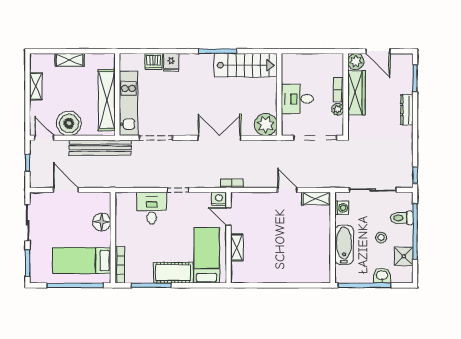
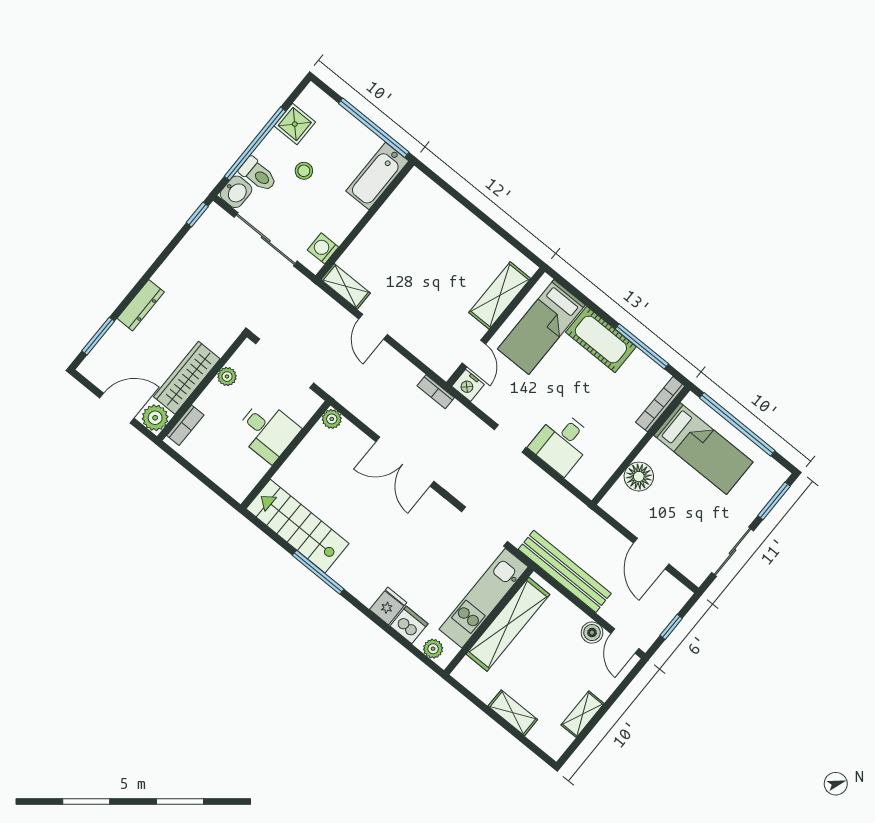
door: (378, 51) -> (117, 408), hinge flipped
plant: (133, 59) -> (433, 649), added
bookcase: (339, 90) -> (185, 425), moved
boiler: (69, 123) -> (592, 633), width x0.54, depth x0.54
plant: (266, 124) -> (332, 419), width x0.53, depth x0.53
bathtub: (344, 245) -> (377, 176), moved
shelving: (237, 247) -> (500, 296), width x1.50, depth x1.33
washbasin: (382, 276) -> (236, 192), moved, turned -90

